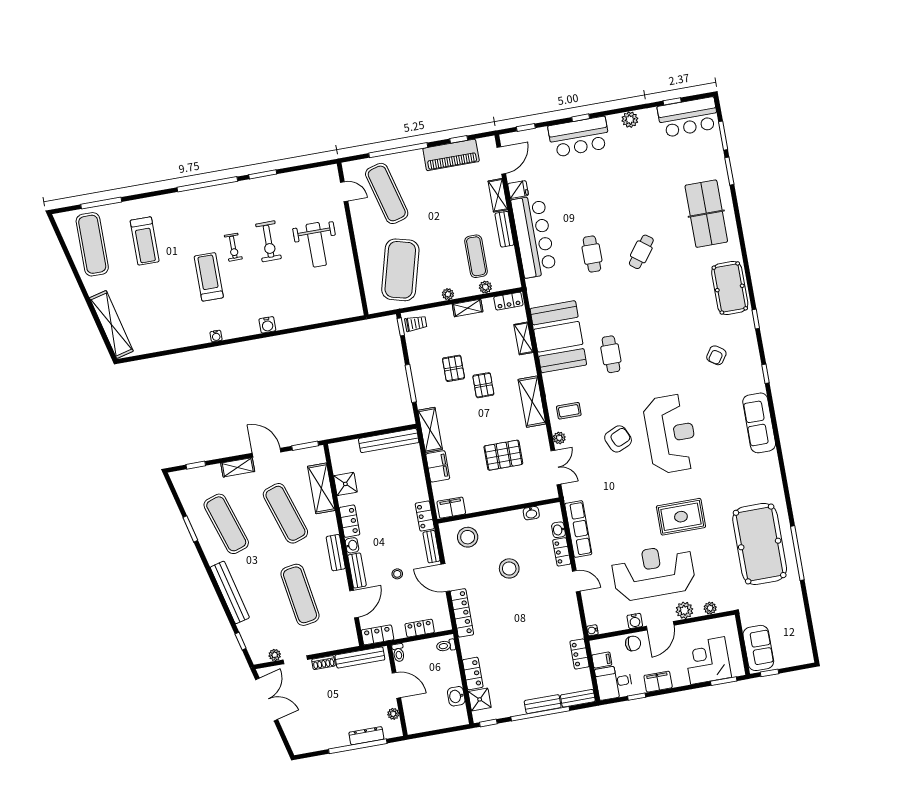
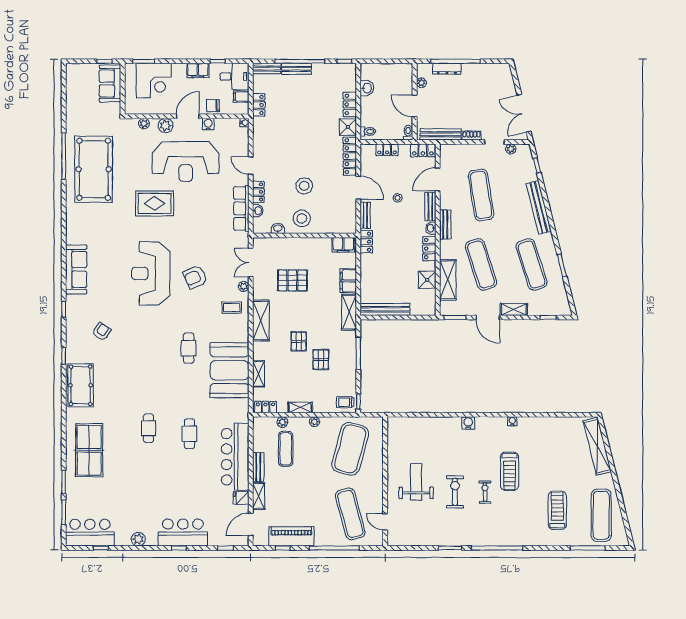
cafe table: (641, 252) -> (148, 428), turned -37
stool: (468, 537) -> (302, 218), moved
shower: (480, 699) -> (348, 127), moved

